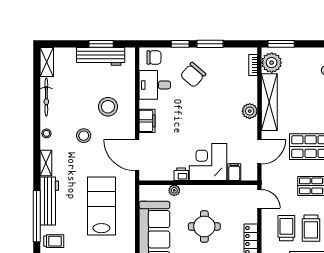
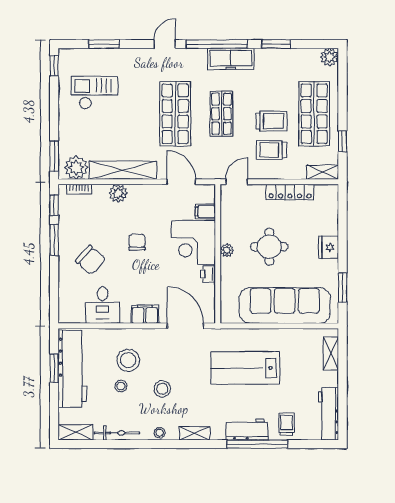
window: (180, 44) -> (54, 205), moved
workbench: (101, 56) -> (72, 369), width x1.36, depth x1.32
chair: (154, 57) -> (137, 242), moved
stool: (86, 101) -> (121, 386), added
plant: (250, 111) -> (118, 193), moved
door: (137, 155) -> (185, 326), swing flipped
plant: (174, 190) -> (227, 250), moved
workbench: (49, 201) -> (247, 429), width x0.73

